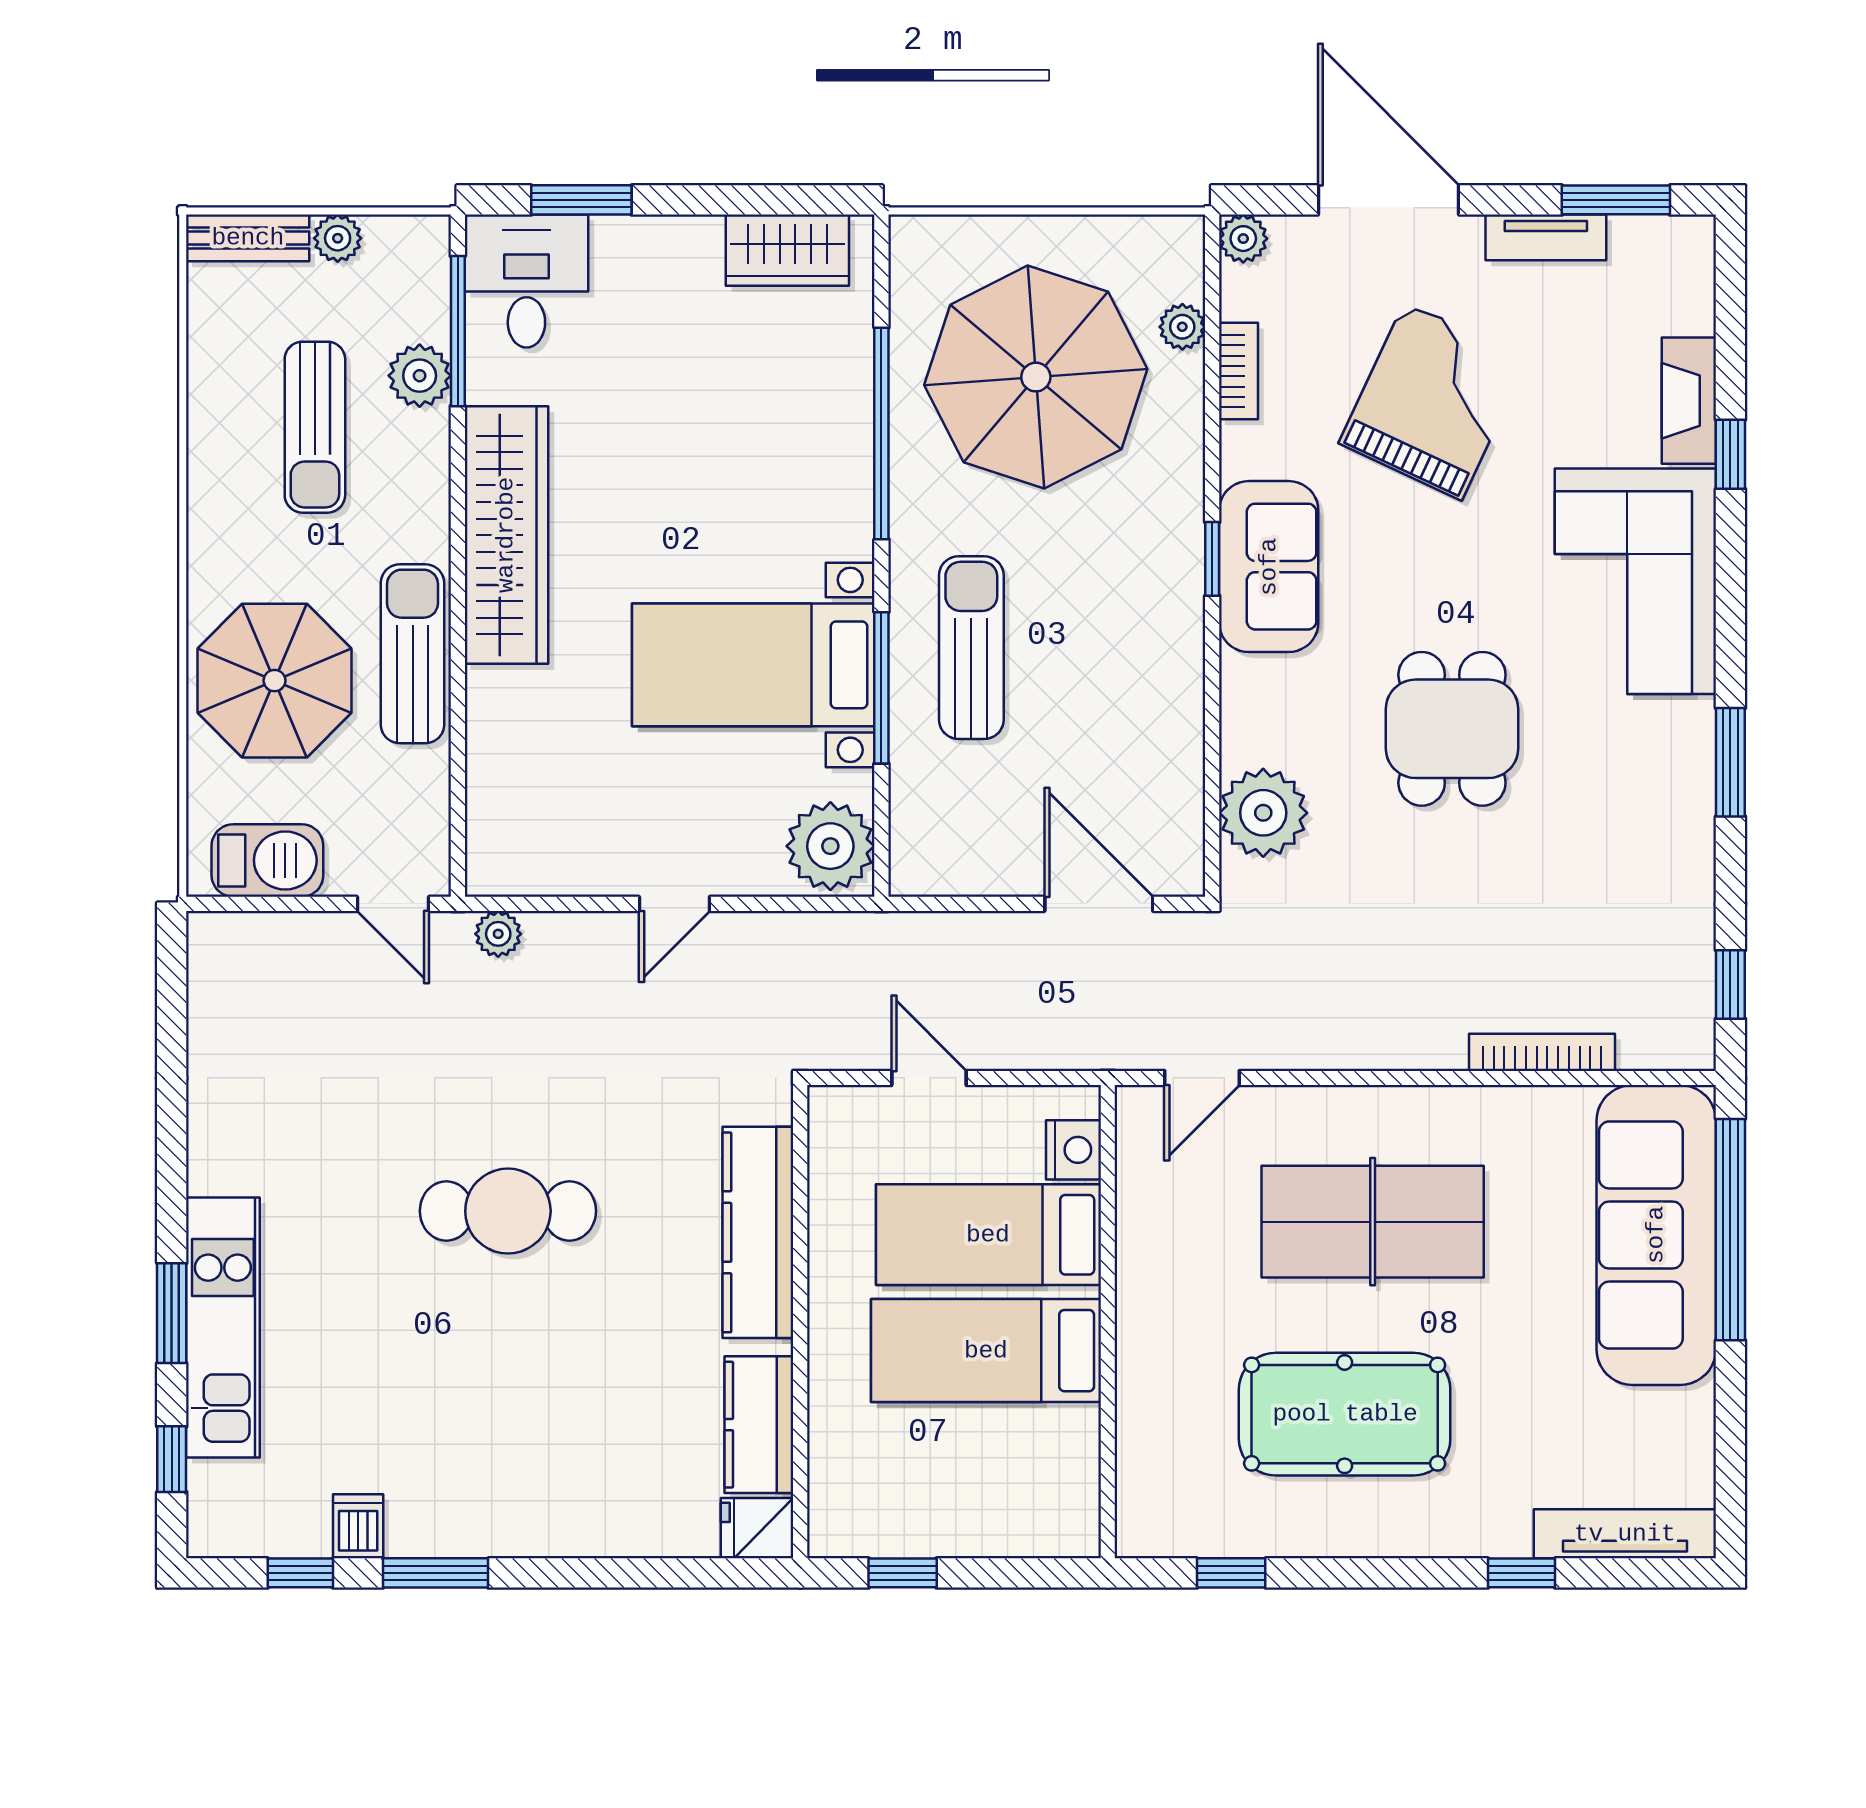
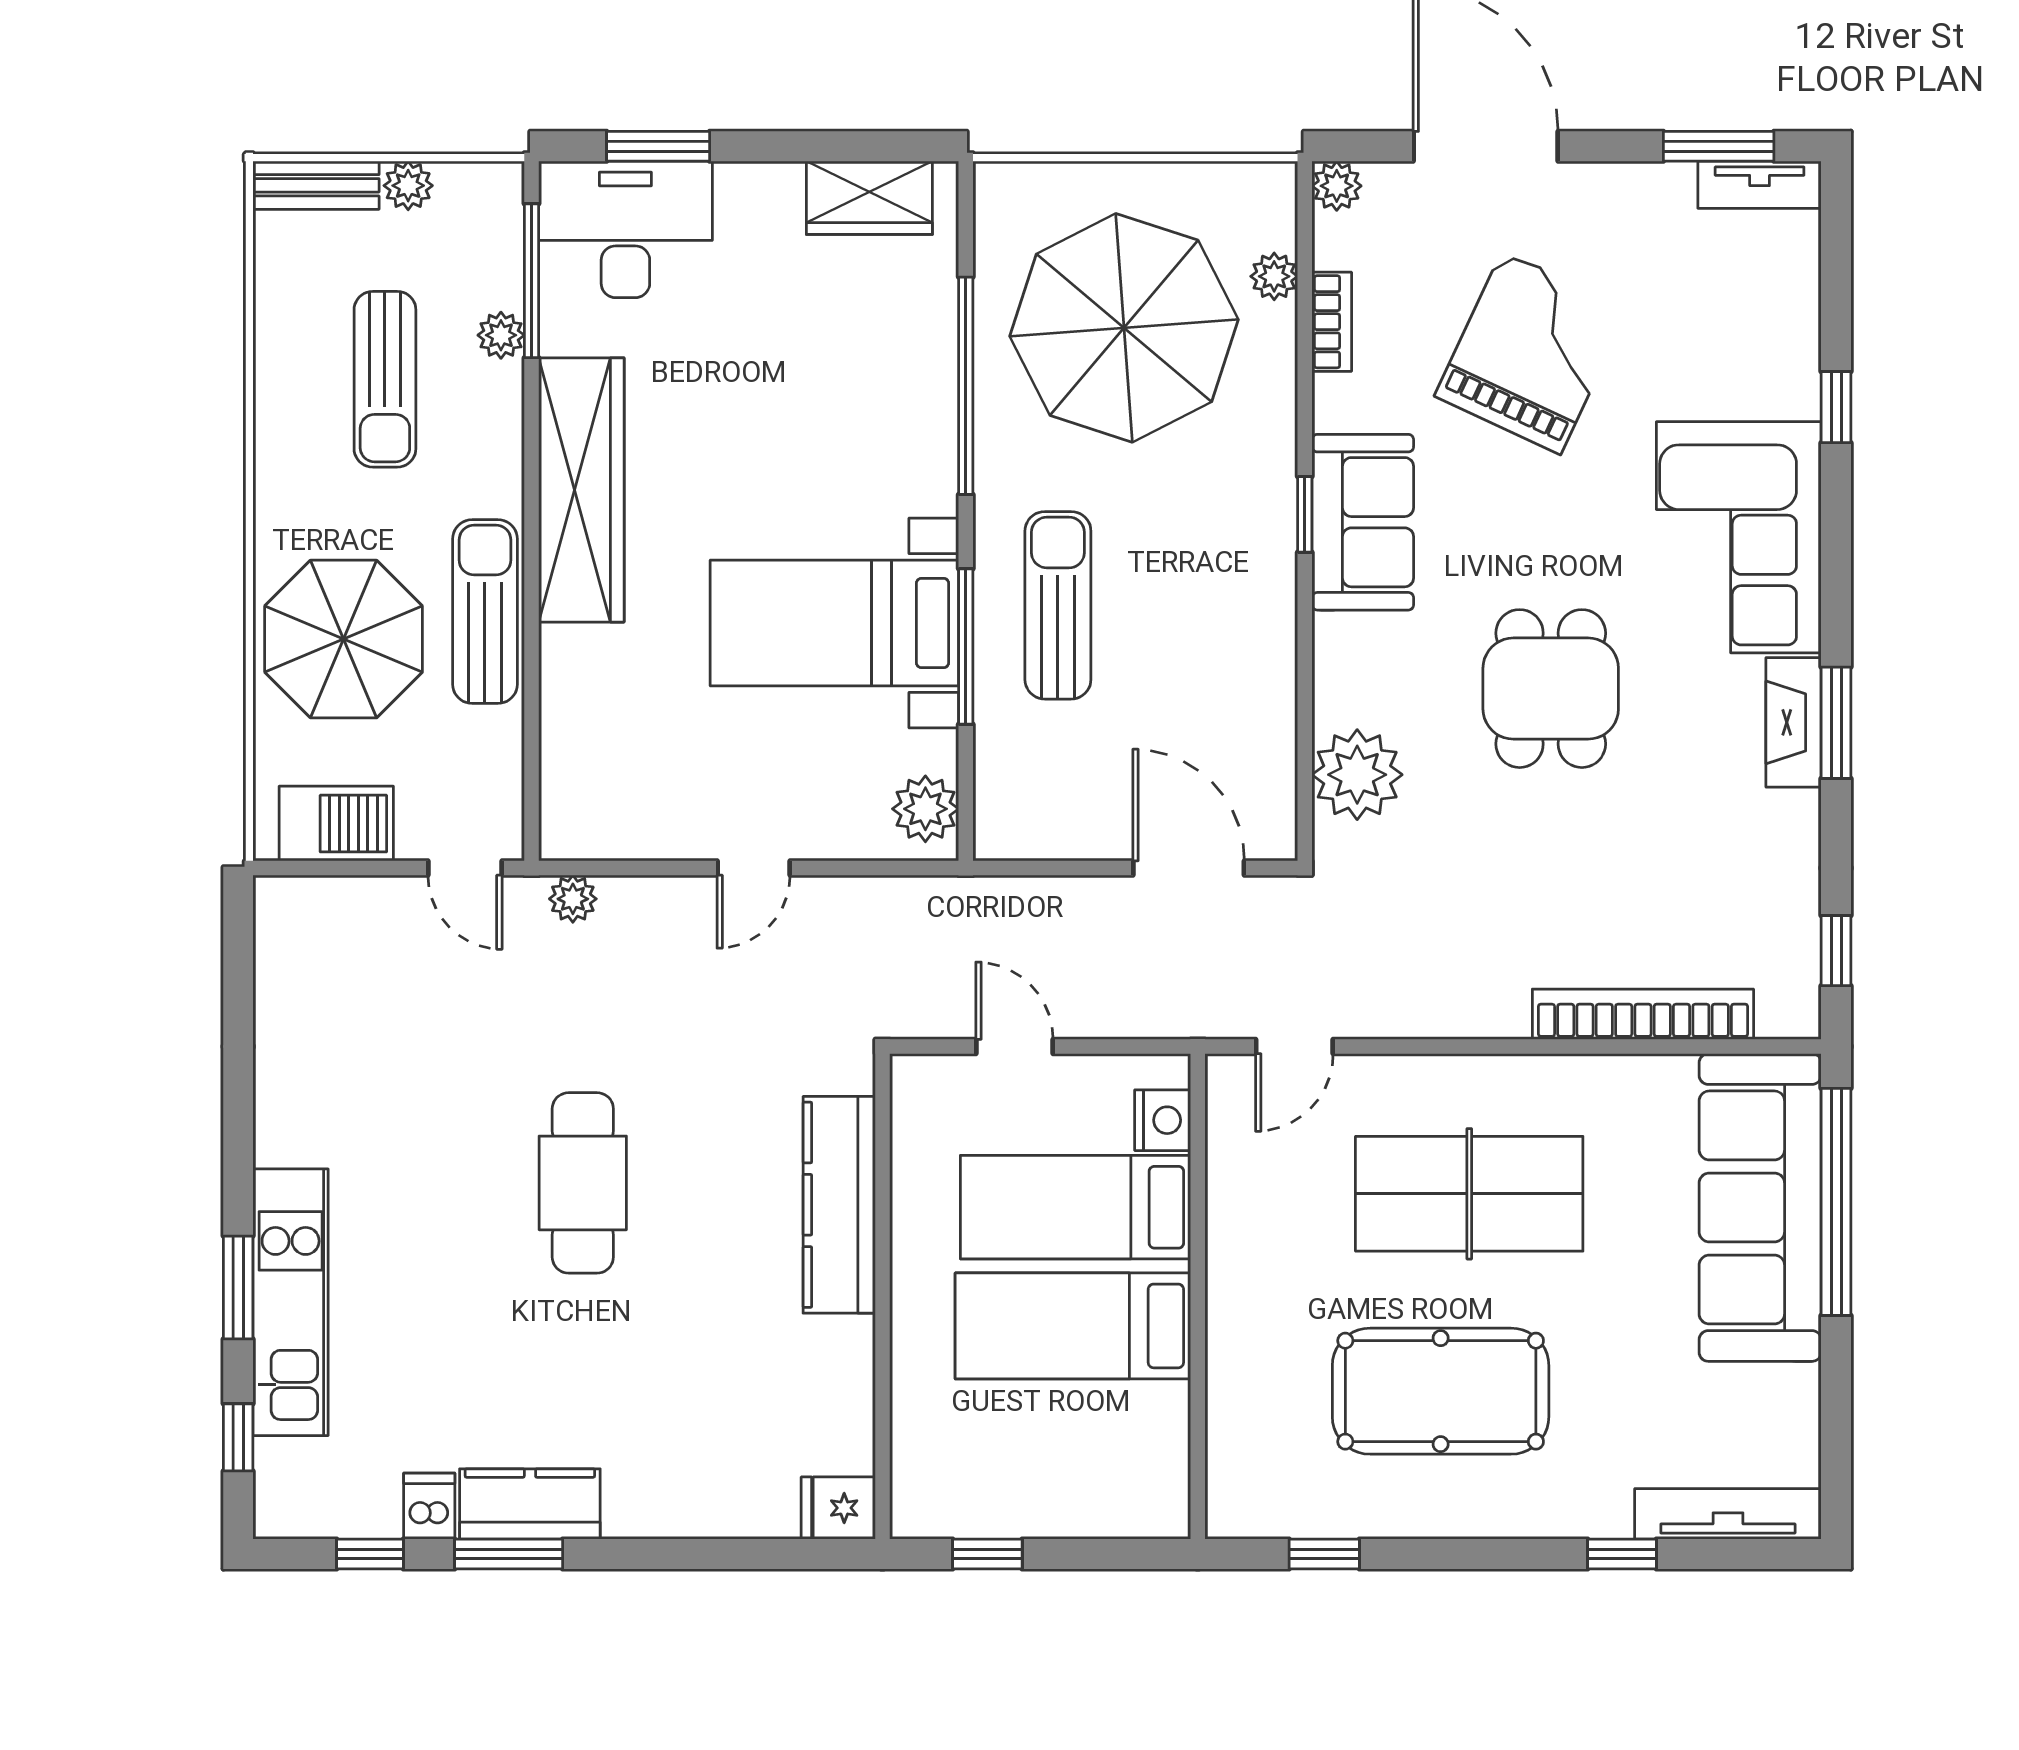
tv unit: (1546, 237) -> (1760, 185), moved
desk: (526, 281) -> (625, 229), width x1.37
plant: (420, 376) -> (501, 335), width x0.73, depth x0.73
fireplace: (1689, 401) -> (1794, 722), moved
plant: (830, 846) -> (925, 809), width x0.73, depth x0.73
bookcase: (1542, 1052) -> (1643, 1014), width x1.48, depth x1.31
cafe table: (508, 1211) -> (583, 1183), turned 90
kitchen counter: (759, 1425) -> (530, 1504), moved, turned 90

